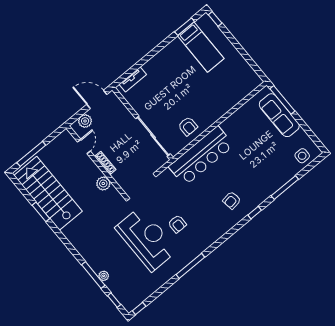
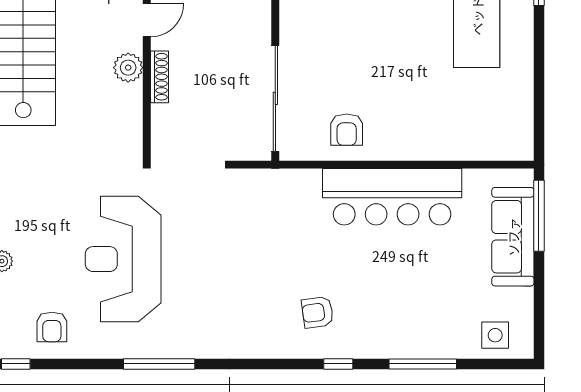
bar counter: (201, 156) -> (392, 197), moved
plant: (103, 183) -> (128, 68), moved
armchair: (177, 224) -> (52, 327), moved
reception desk: (146, 239) -> (123, 259), turned 180

